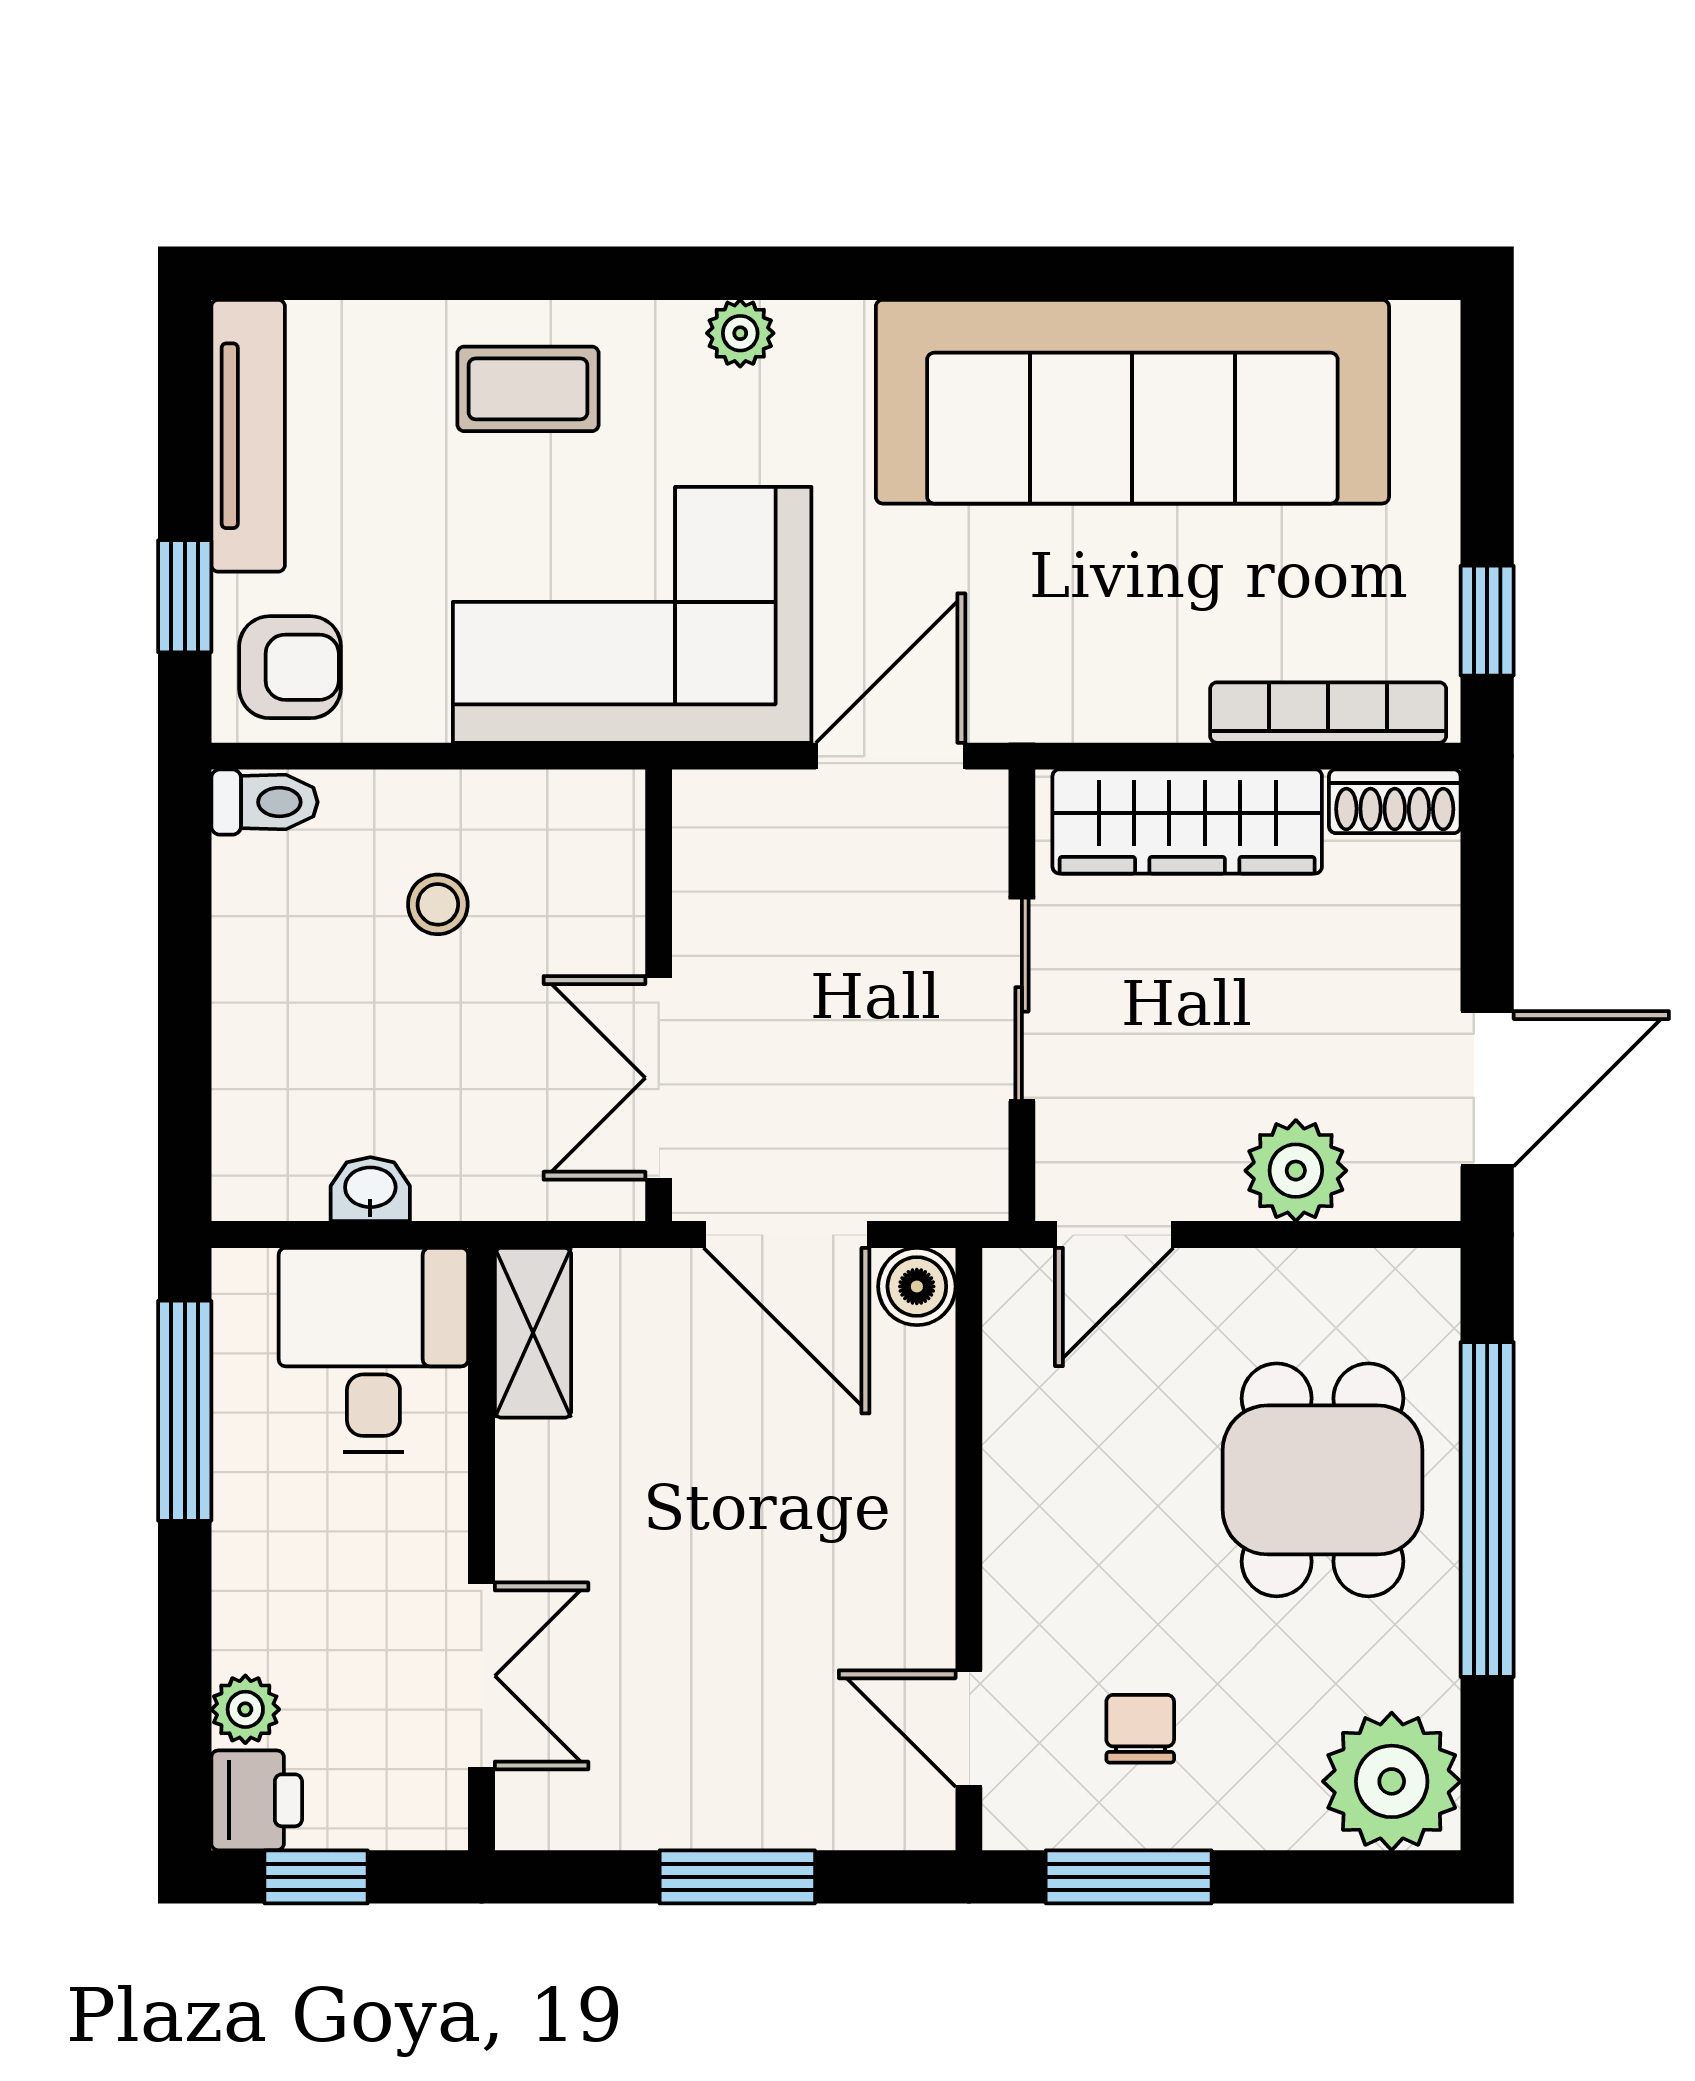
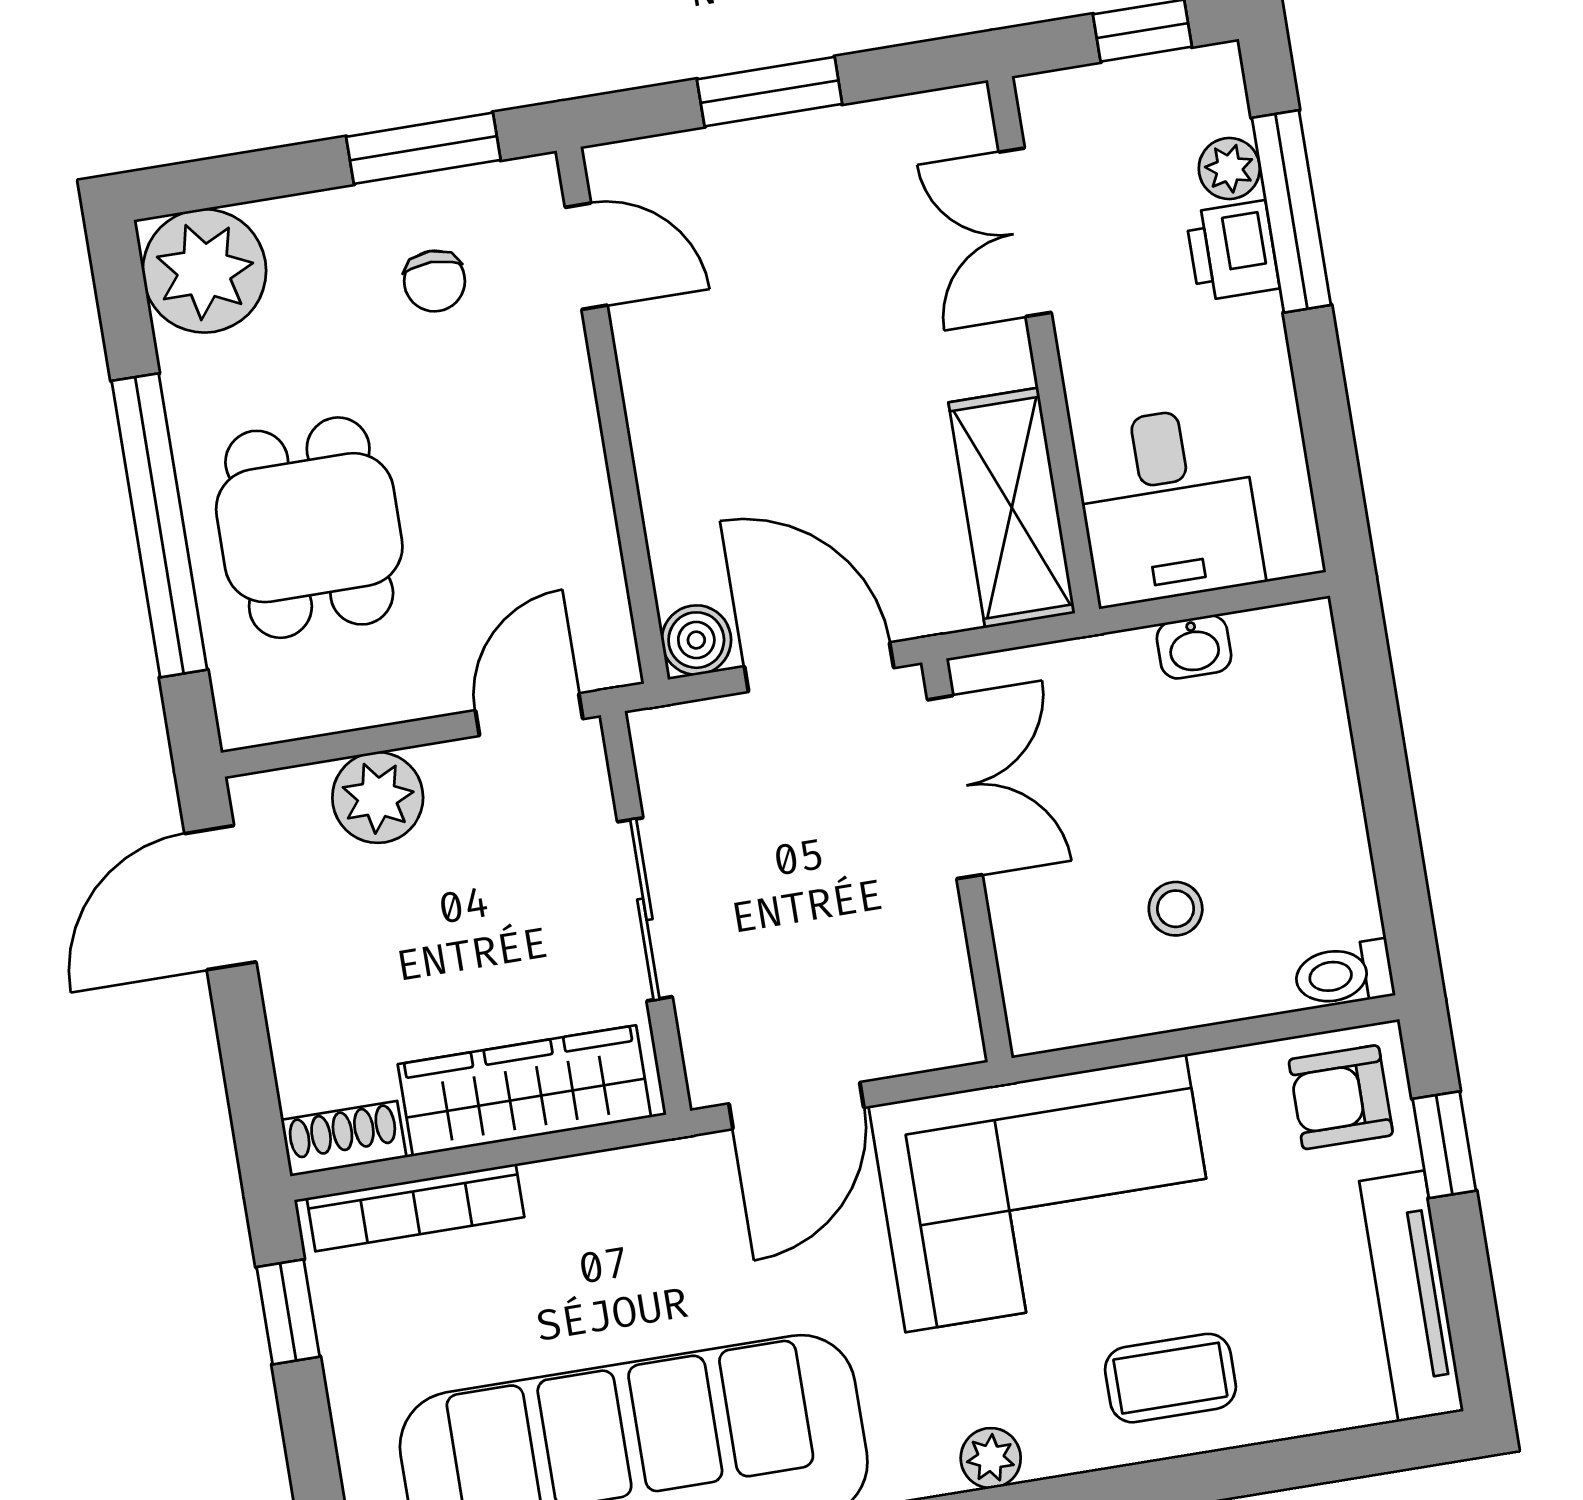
shelving: (533, 1333) -> (1012, 508), width x1.50, depth x1.33
window: (185, 1411) -> (1291, 211), moved
printer: (257, 1800) -> (1232, 251), moved

